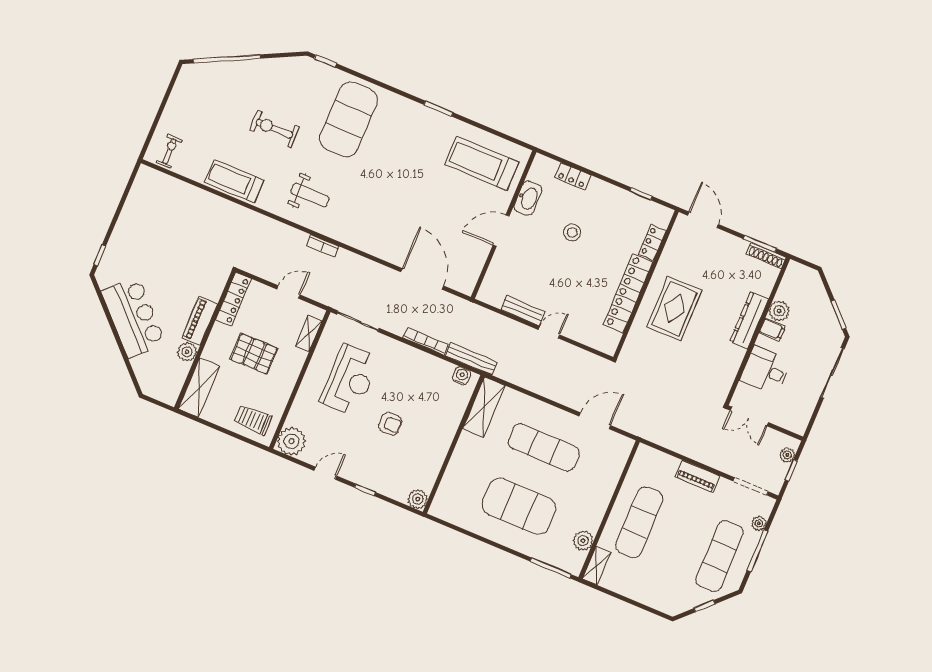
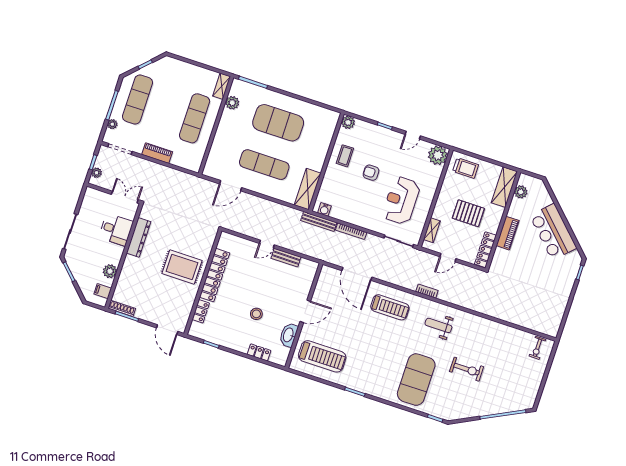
treadmill: (234, 181) -> (390, 307), moved
rug: (674, 309) -> (182, 267), turned 90
dresser: (749, 320) -> (139, 237), moved
filing cabinet: (772, 329) -> (103, 291), moved
plant: (187, 352) -> (521, 192), moved
coffee table: (426, 451) -> (345, 156), added

